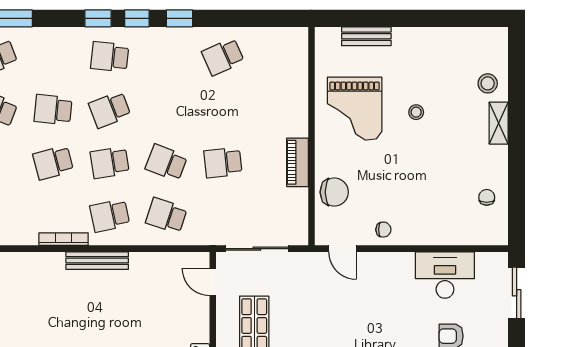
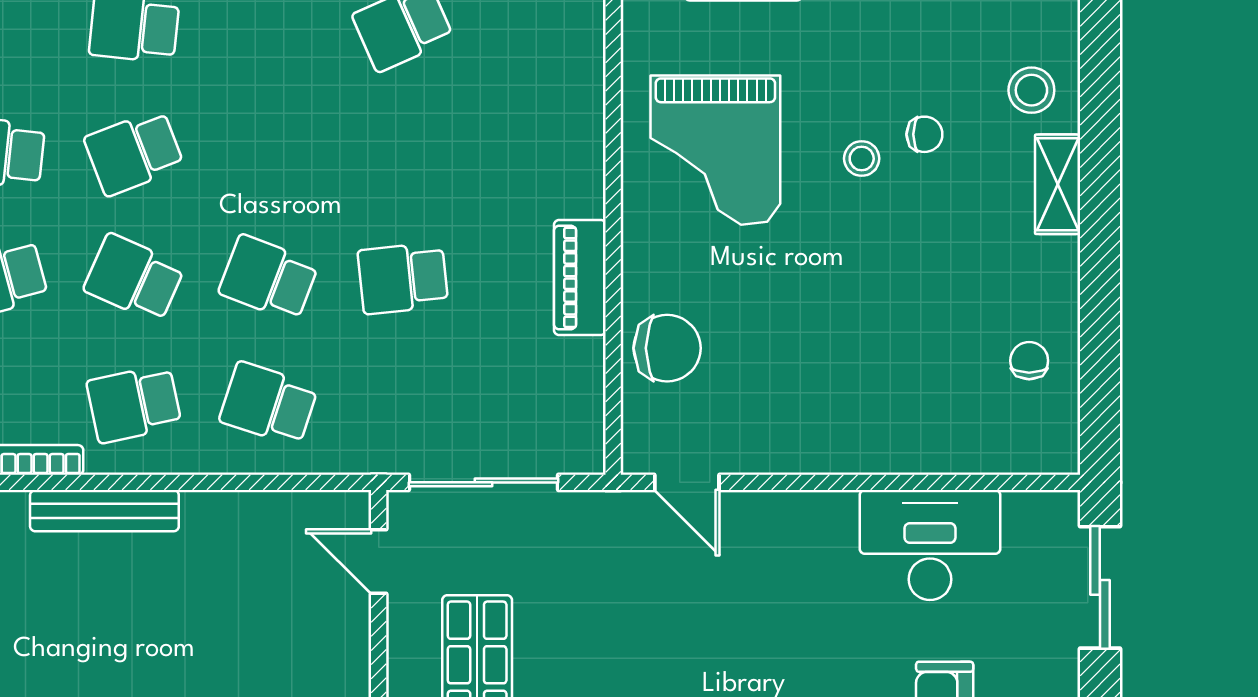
school desk: (110, 163) -> (134, 278), turned 33
chair: (383, 230) -> (924, 134), moved

